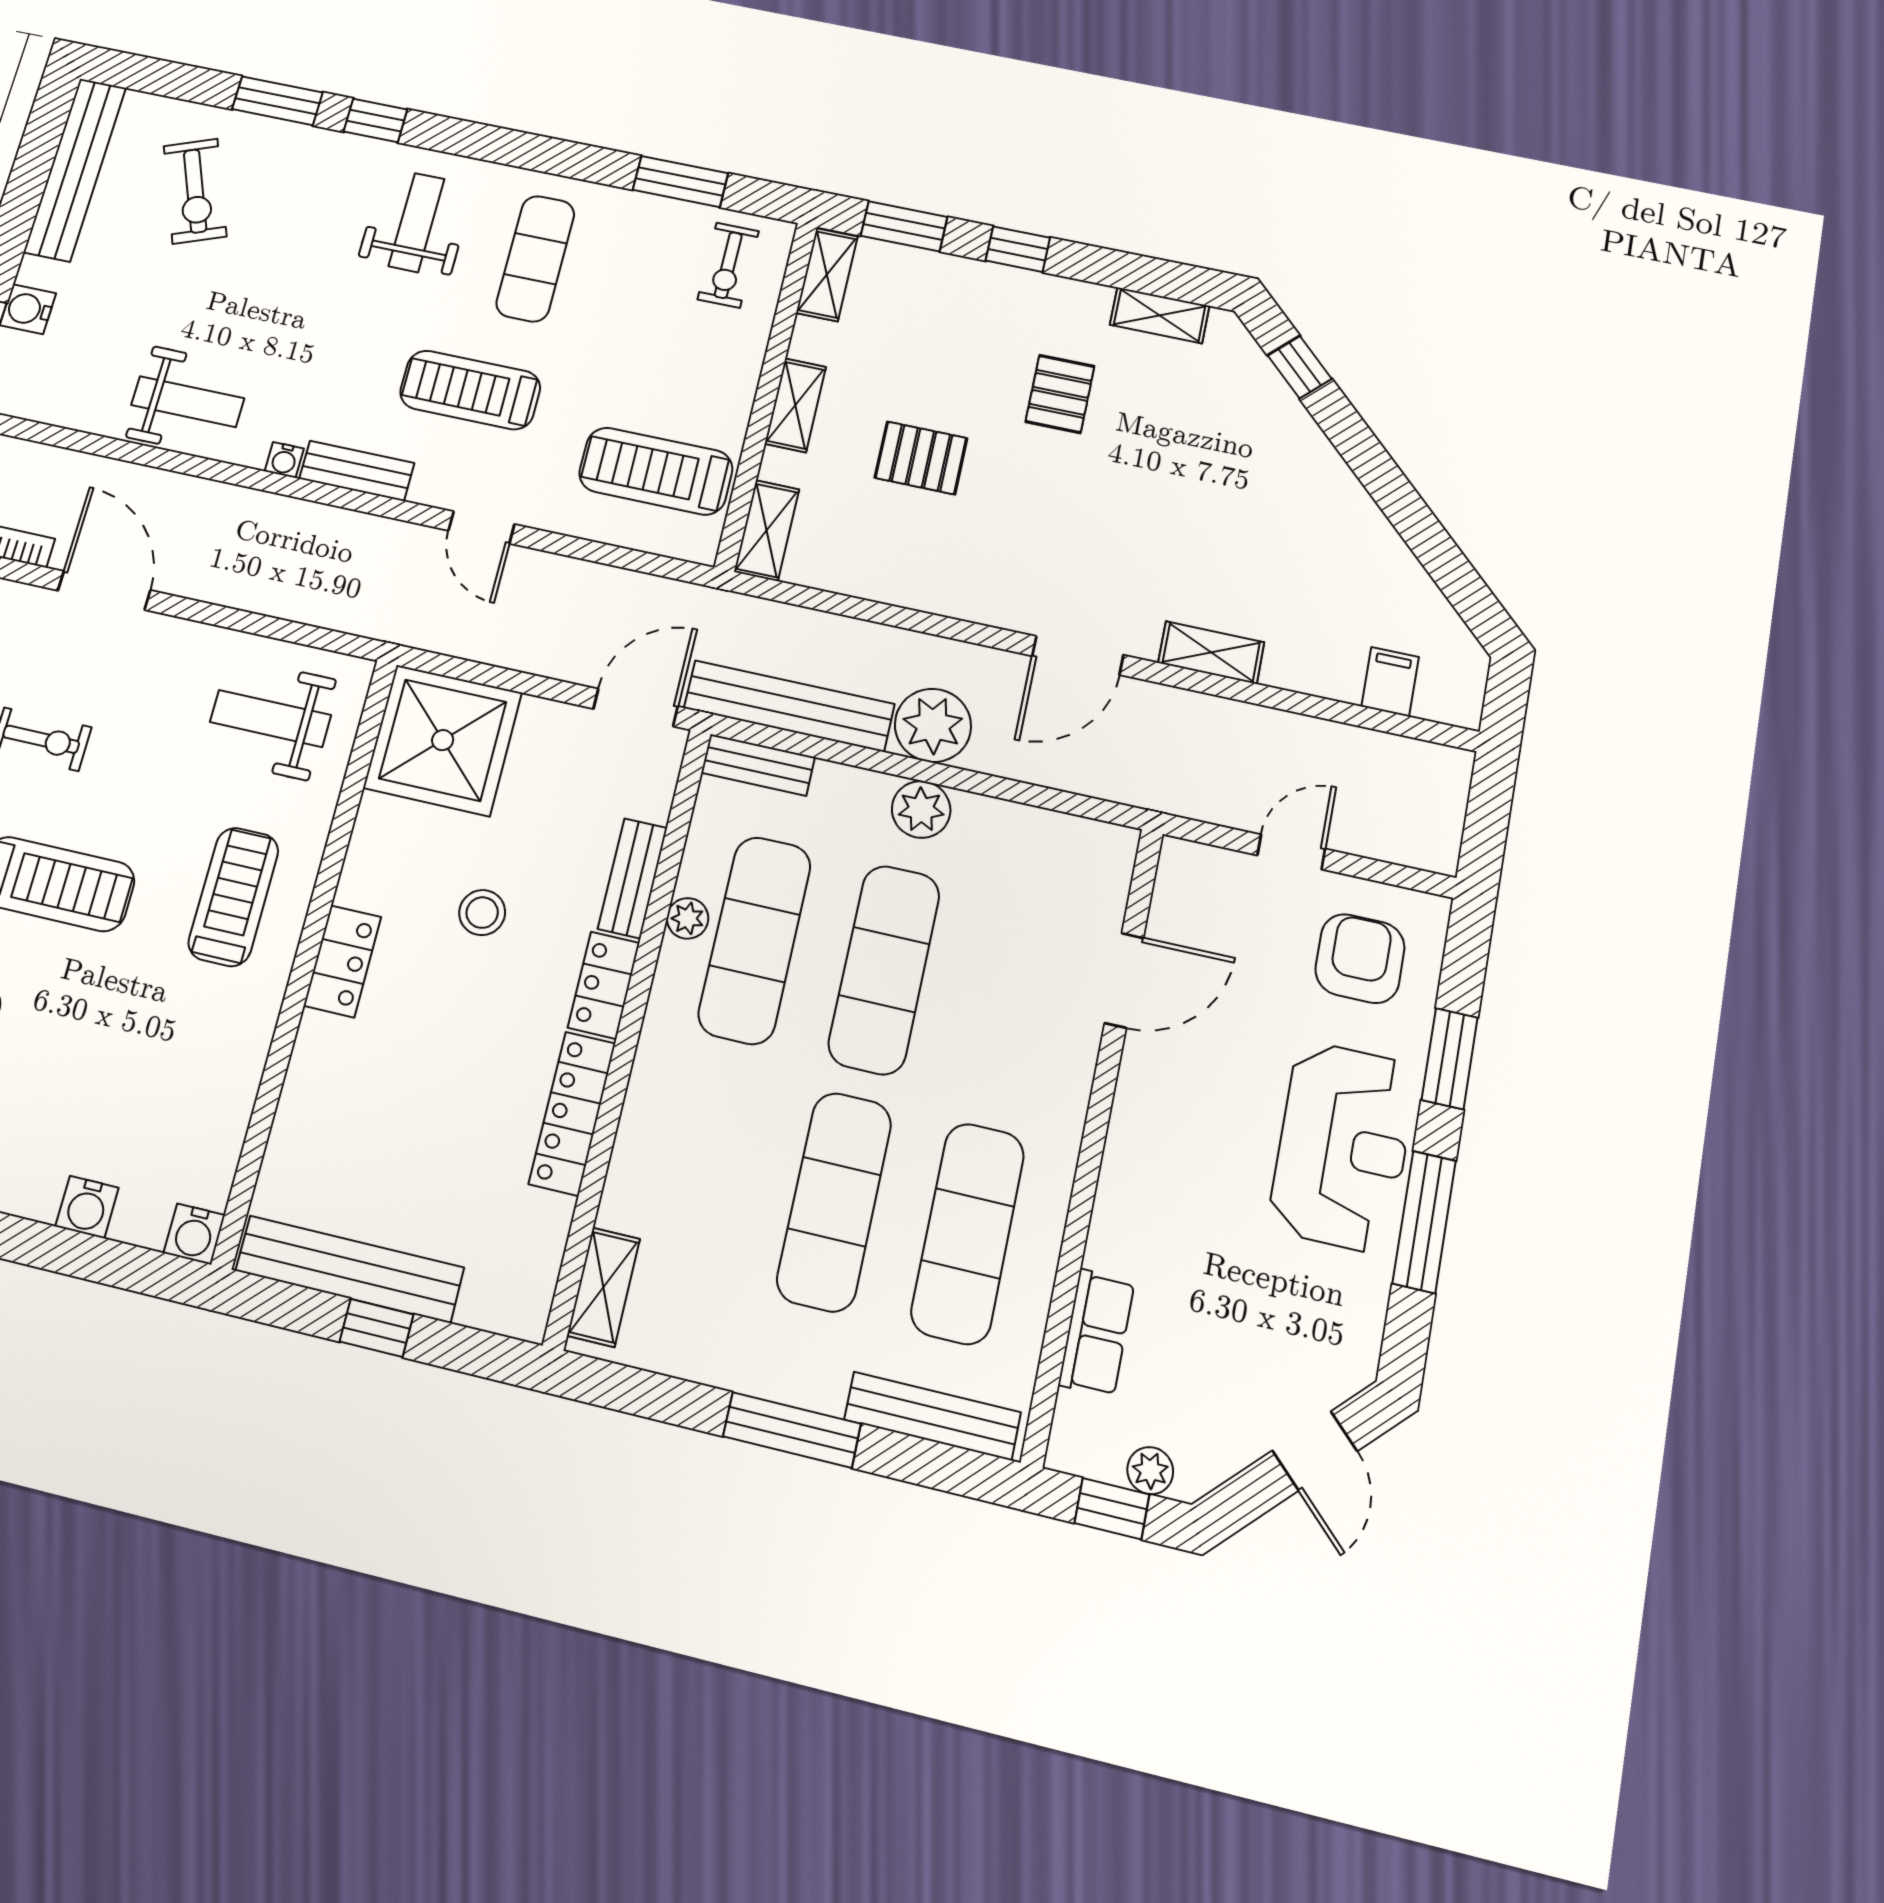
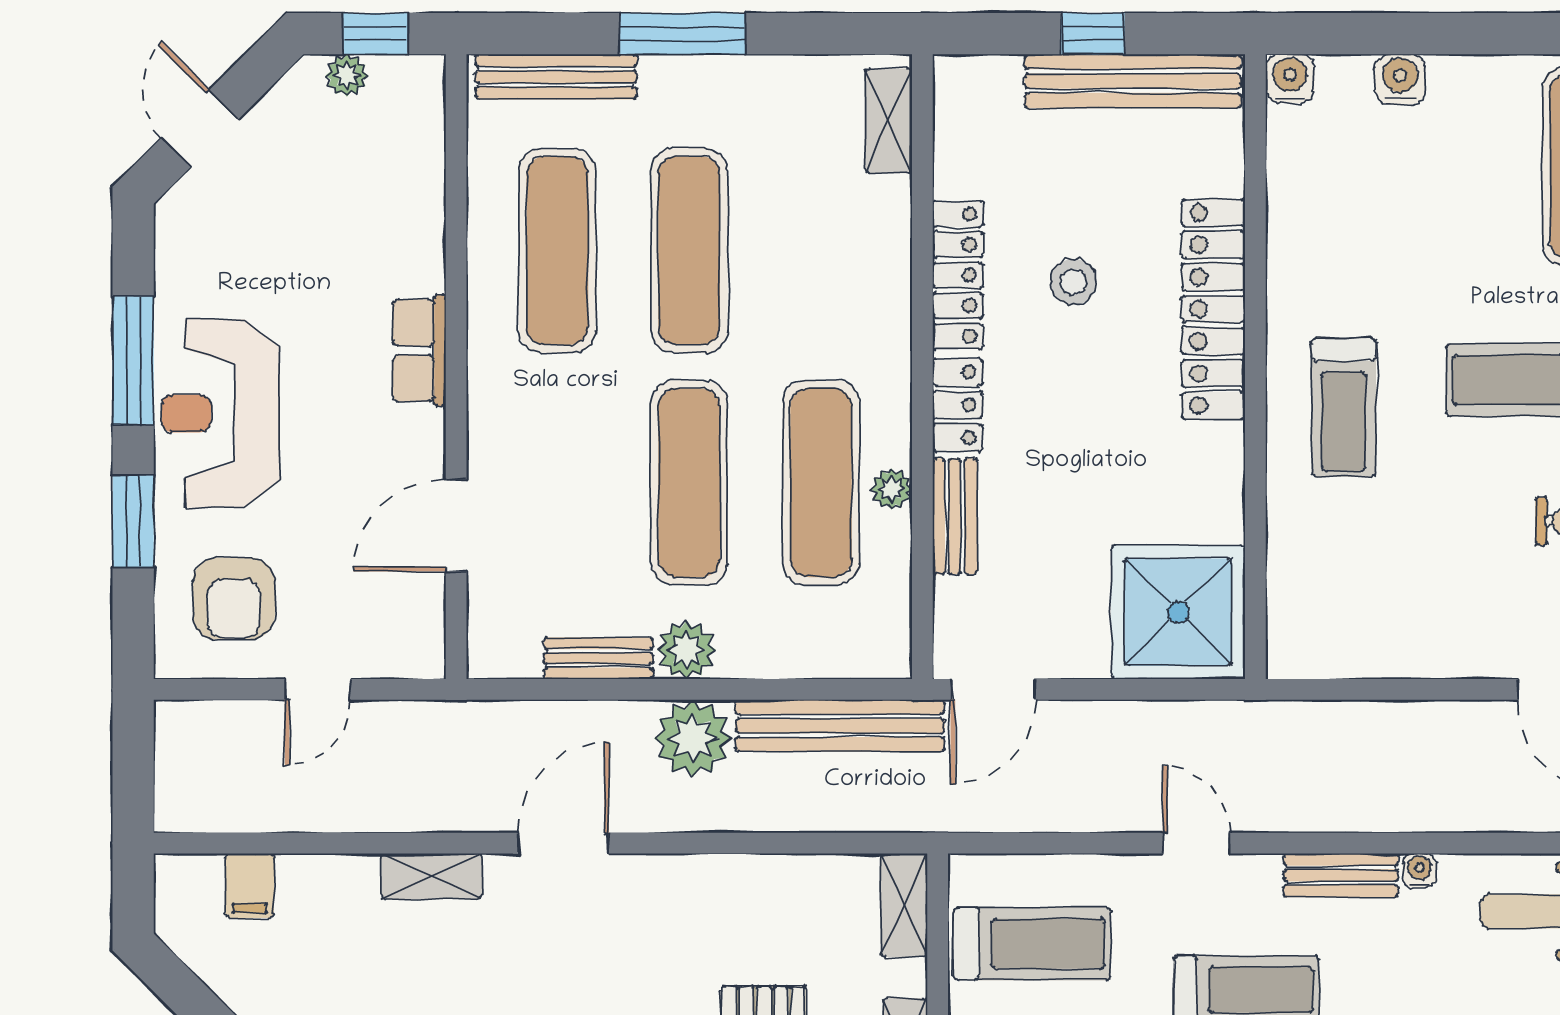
weight bench: (270, 719) -> (1357, 595), removed
bench: (758, 765) -> (598, 658), moved
stool: (482, 913) -> (1073, 282), moved
locker: (342, 961) -> (1213, 309), width x2.16, depth x1.21
row of seats: (1097, 1333) -> (419, 351), moved

